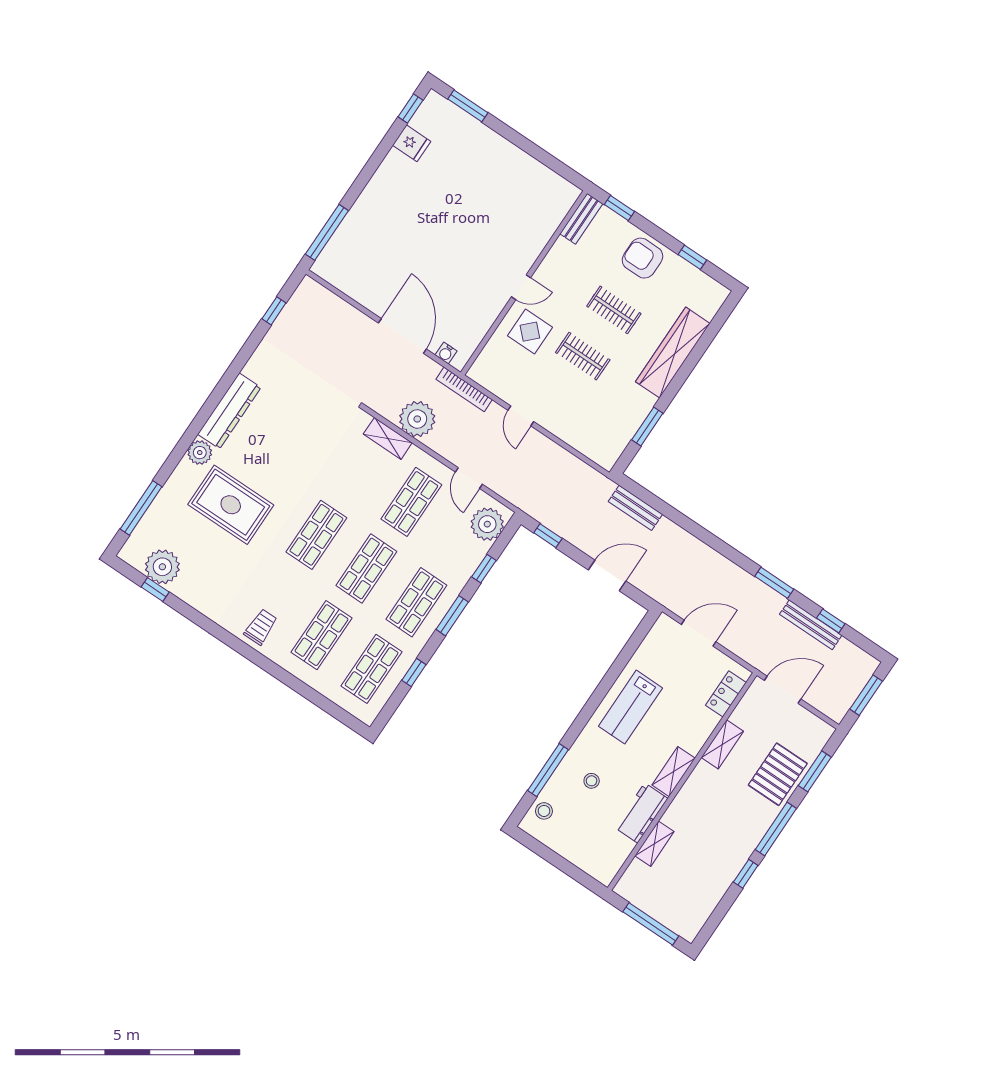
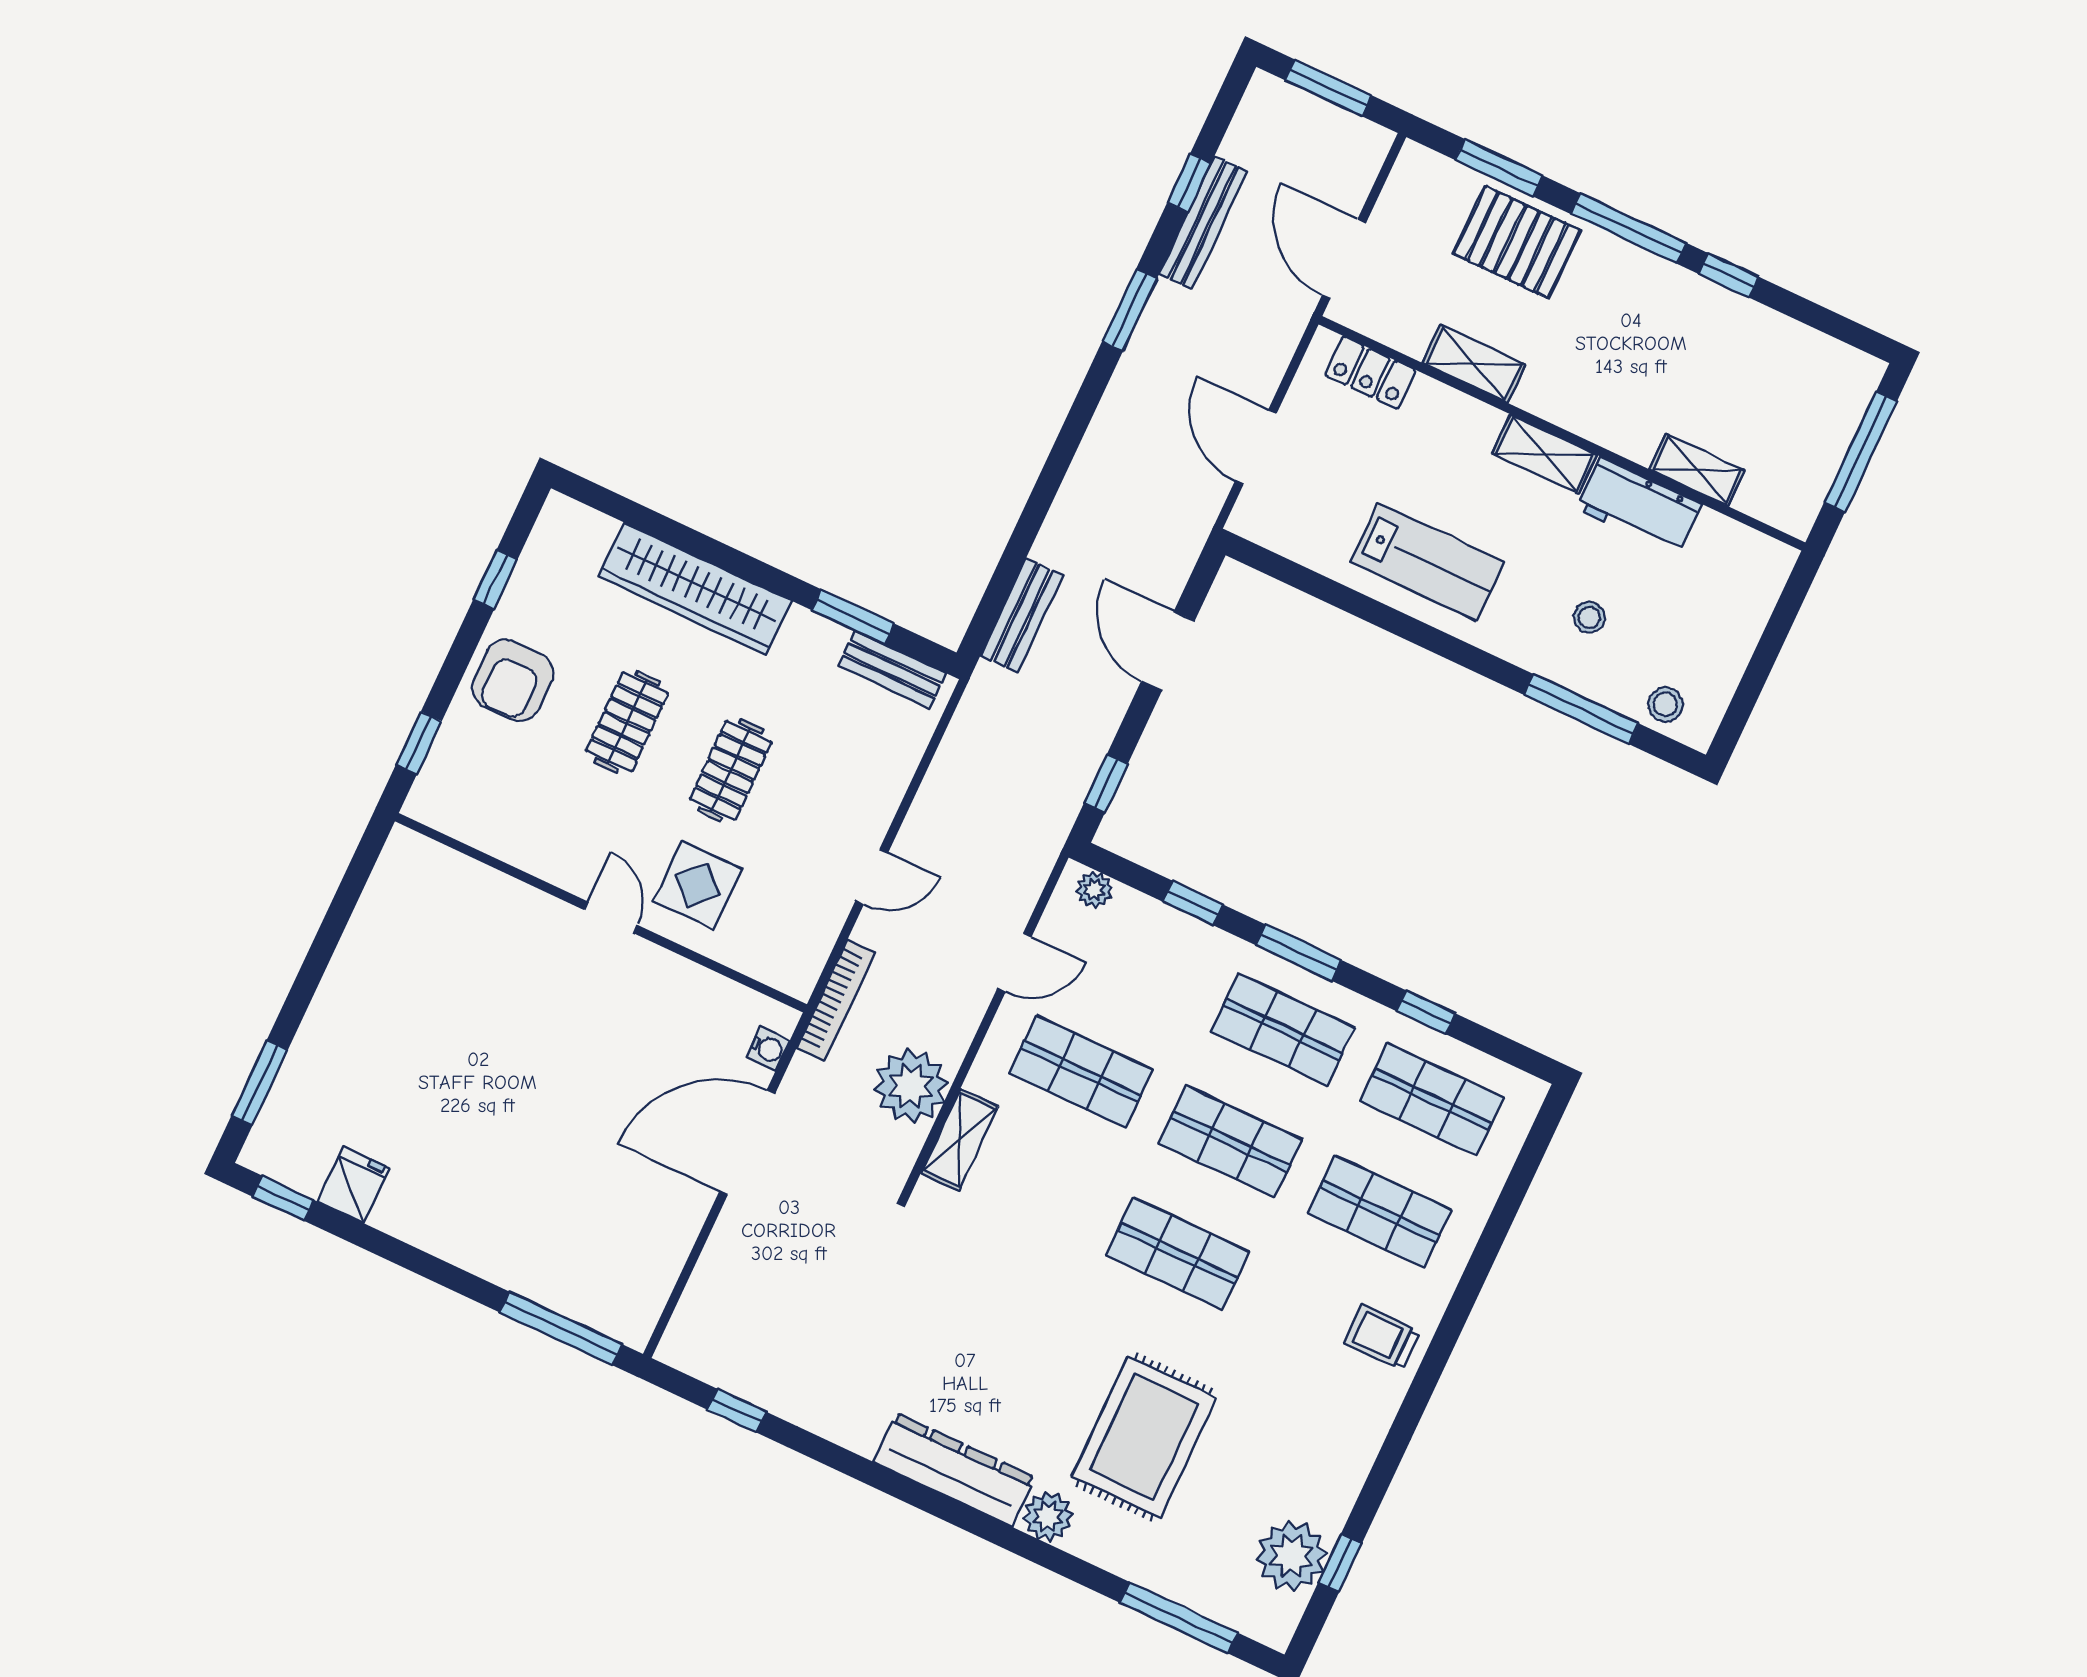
bench: (581, 219) -> (892, 669), moved
plant: (487, 524) -> (1094, 889), width x0.53, depth x0.53

